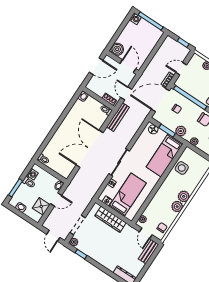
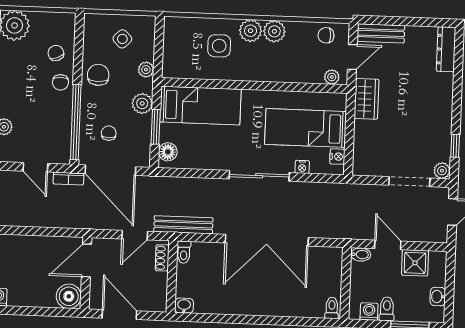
side table: (182, 168) -> (219, 46), moved
wardrobe: (110, 219) -> (366, 99), moved, width x0.67

